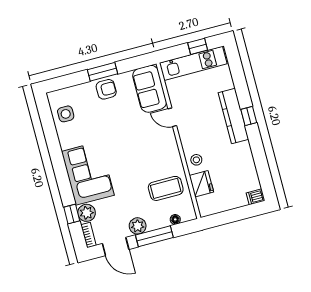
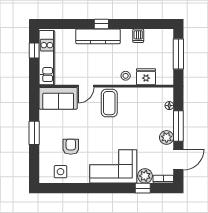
armchair: (106, 89) -> (71, 147), moved
coffee table: (166, 188) -> (109, 103), moved
dishwasher: (256, 197) -> (138, 36), moved
window: (238, 214) -> (178, 54), added

